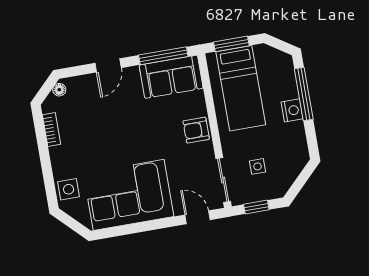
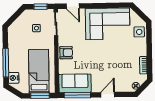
nightstand: (292, 110) -> (14, 78), moved

